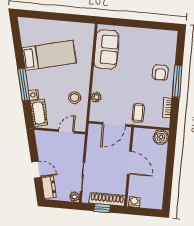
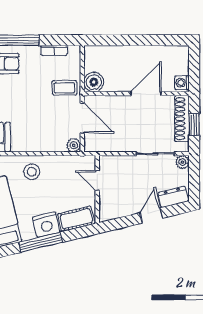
nightstand: (34, 95) -> (46, 225), width x1.89, depth x1.79
plant: (96, 97) -> (74, 145), moved
stool: (75, 98) -> (32, 172), moved
boiler: (161, 137) -> (94, 82), moved
door: (129, 163) -> (146, 94), moved

